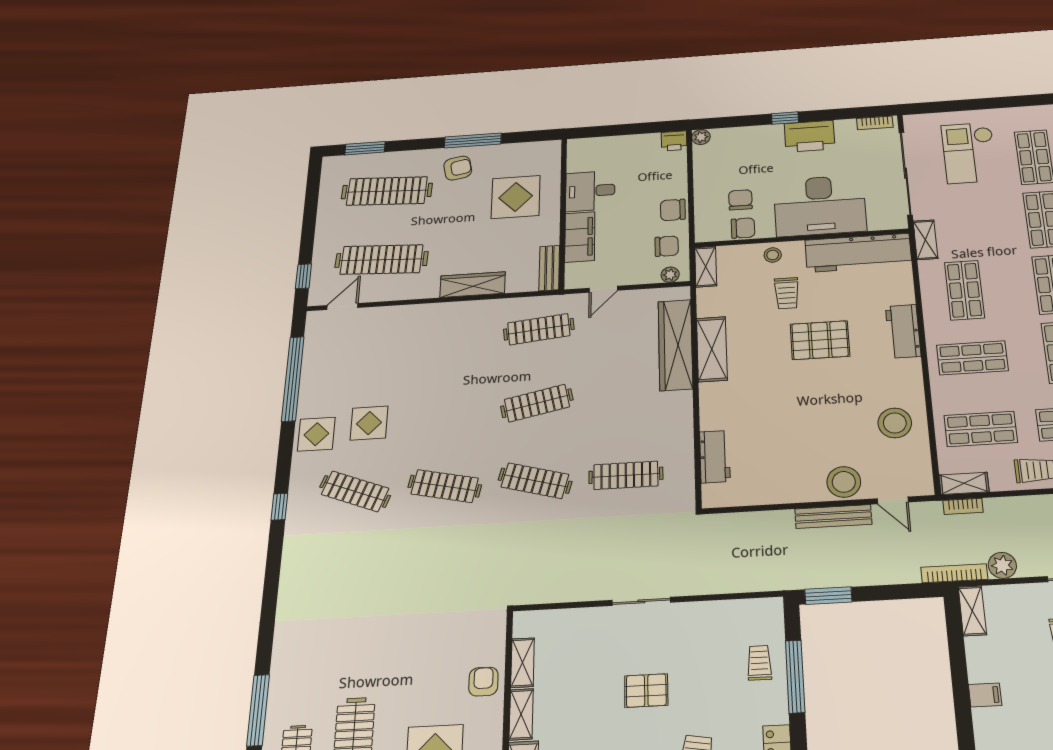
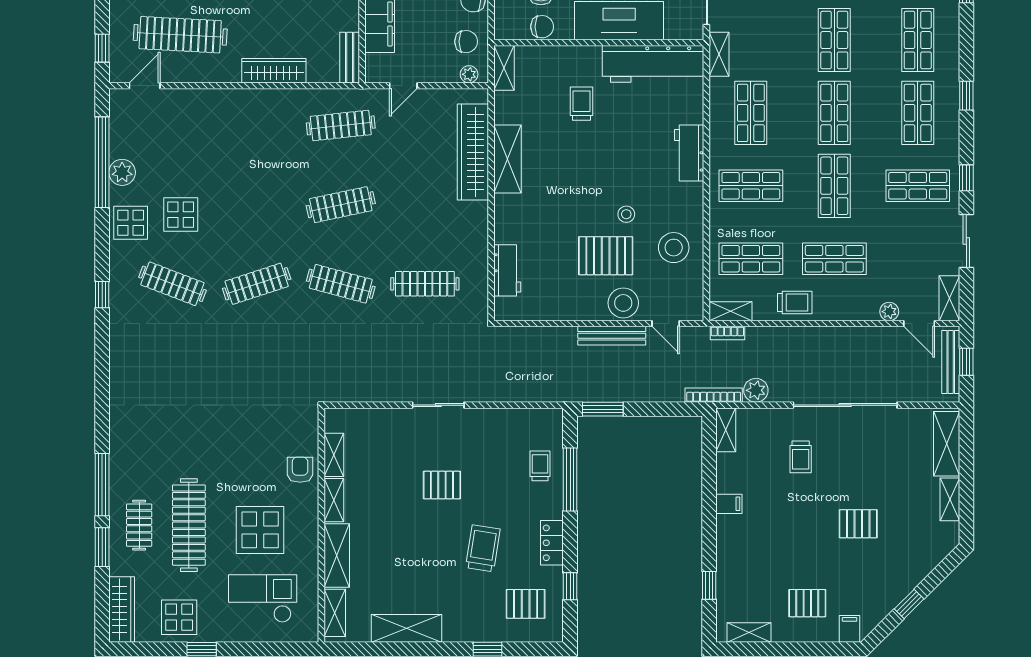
stool: (773, 255) -> (626, 214), moved
trolley: (787, 293) -> (581, 104), turned 180
pallet: (820, 340) -> (606, 256), moved
plant: (312, 387) -> (122, 172), added
clothes rail: (445, 486) -> (257, 284), turned -30

